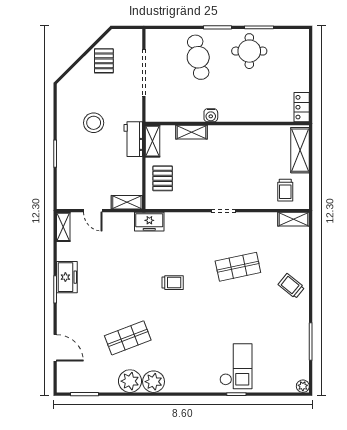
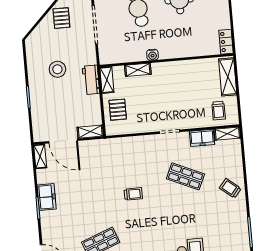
door: (93, 211) -> (63, 141), width x1.88
freezer: (149, 222) -> (202, 138), moved
shop shelf: (238, 267) -> (185, 176), turned 36

